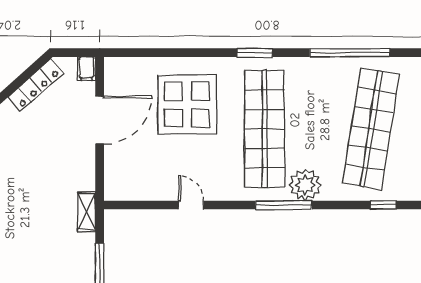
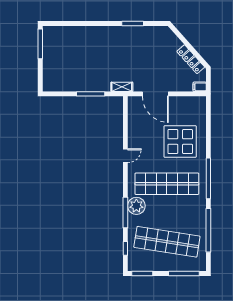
window: (255, 53) -> (208, 178), width x2.11
door: (100, 120) -> (155, 94), moved
door: (191, 205) -> (125, 156), moved
window: (284, 205) -> (125, 213), moved

